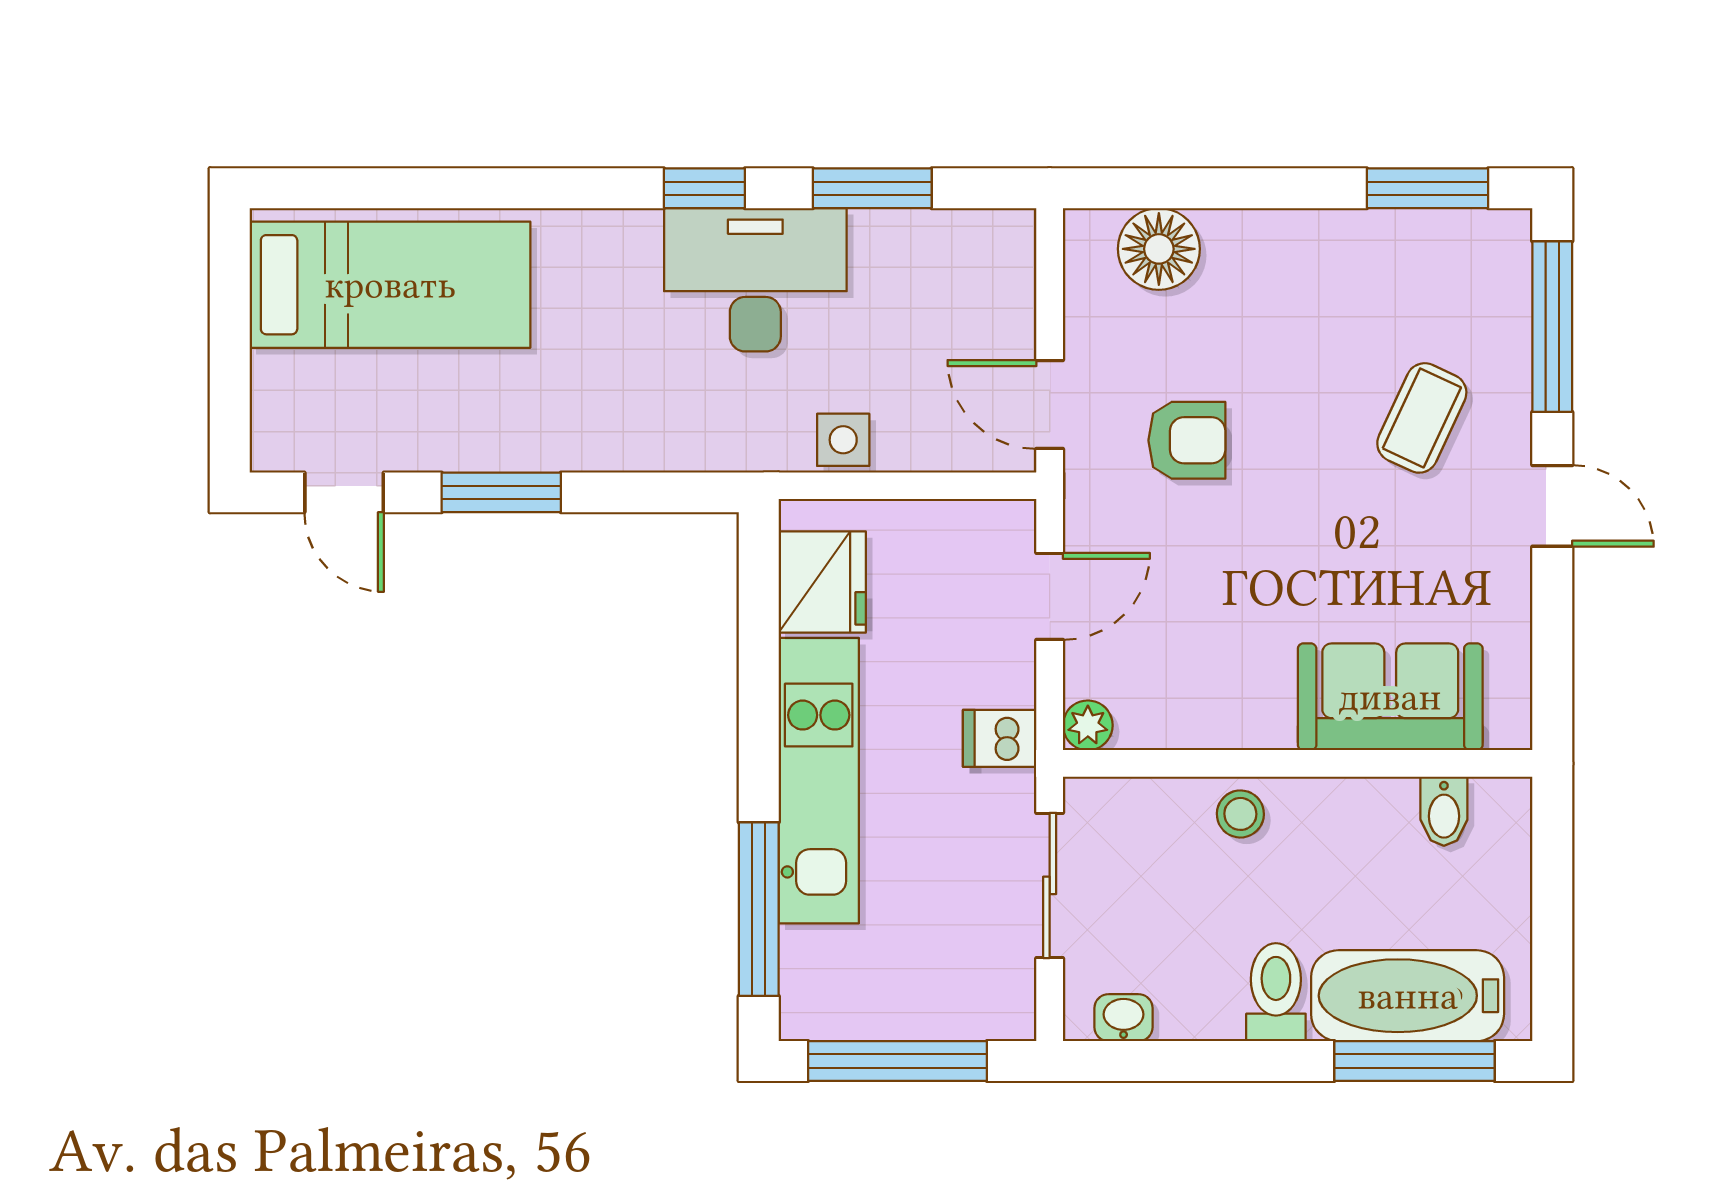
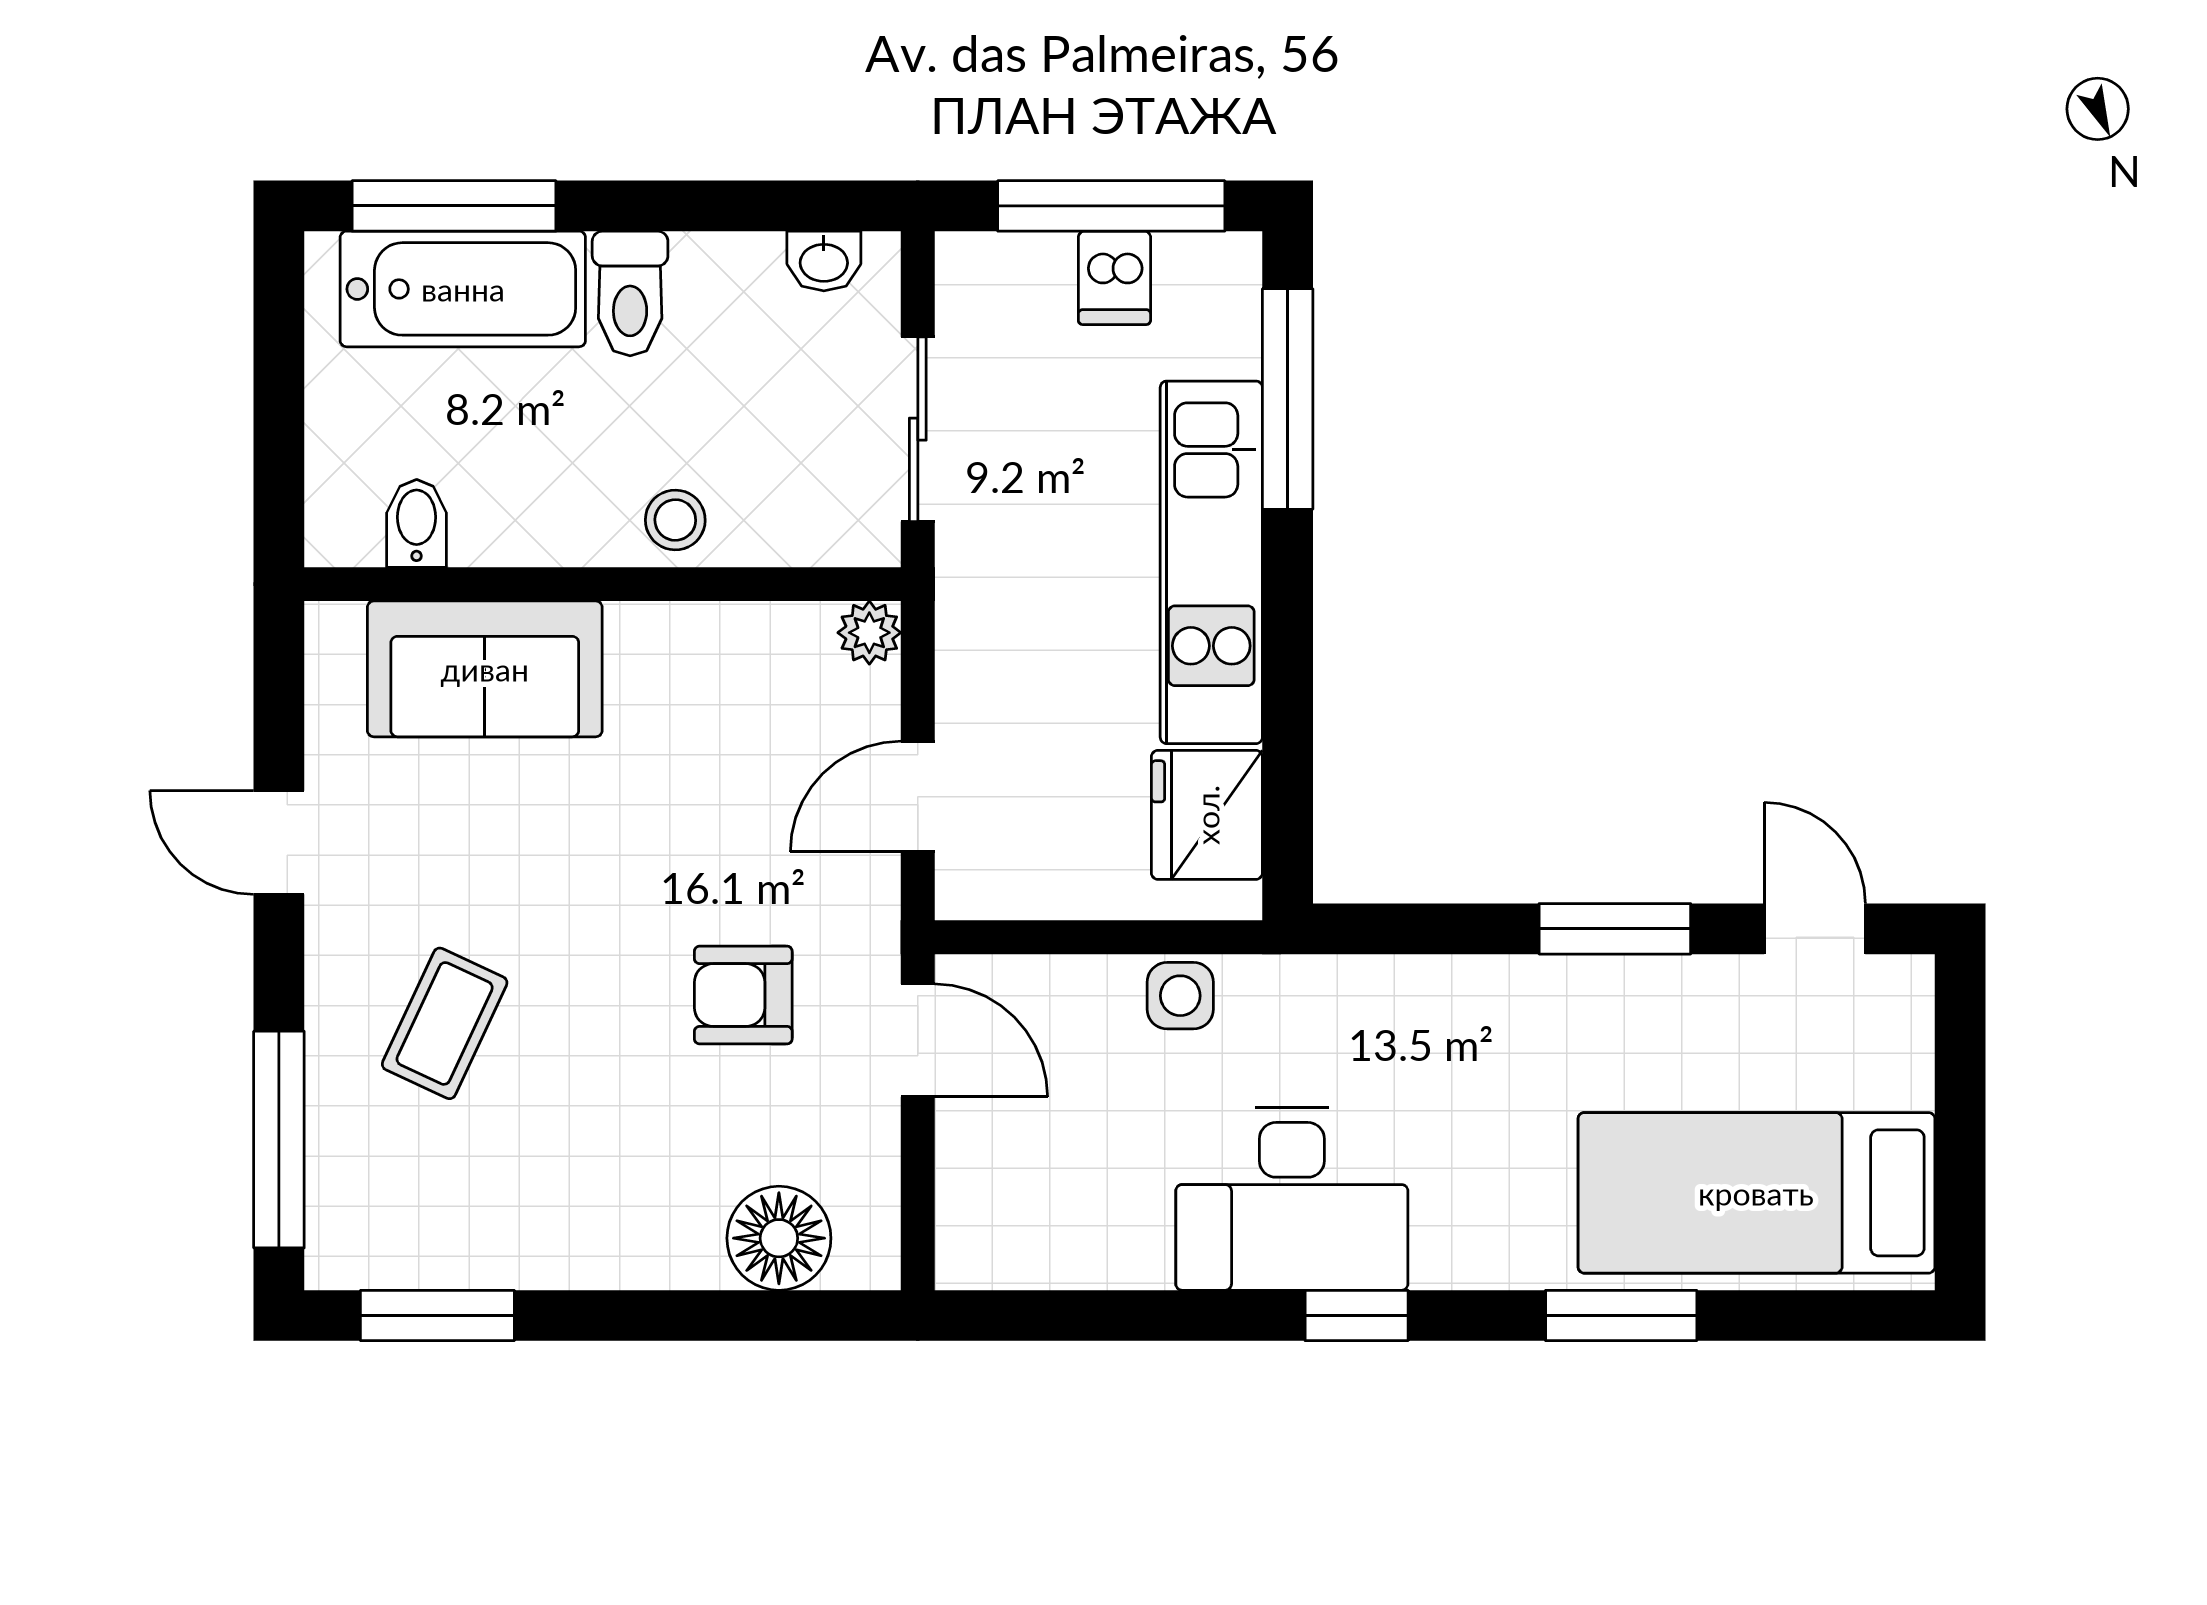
window: (872, 188) -> (1621, 1315), moved
door: (1552, 506) -> (279, 843), moved
dishwasher: (1000, 738) -> (1114, 278), moved, turned 90

